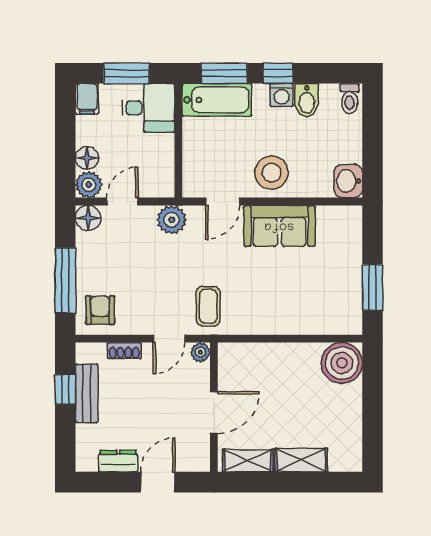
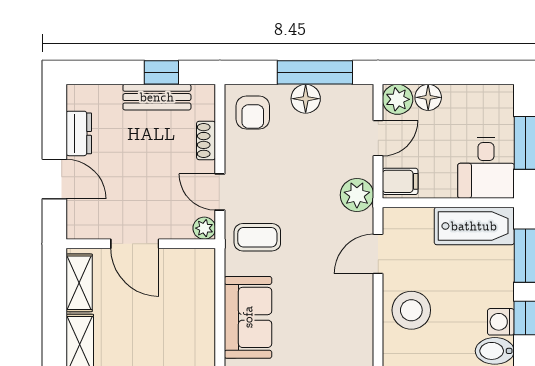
filing cabinet: (87, 99) -> (400, 181), moved, turned 180
bathtub: (217, 100) -> (474, 226), moved, turned -90
door: (122, 202) -> (378, 138), hinge flipped
door: (223, 202) -> (378, 254), hinge flipped
floor lamp: (88, 218) -> (306, 99), moved
sofa: (279, 226) -> (248, 317), moved, turned 180
window: (65, 280) -> (315, 72), moved
armchair: (100, 310) -> (253, 113), turned 90

